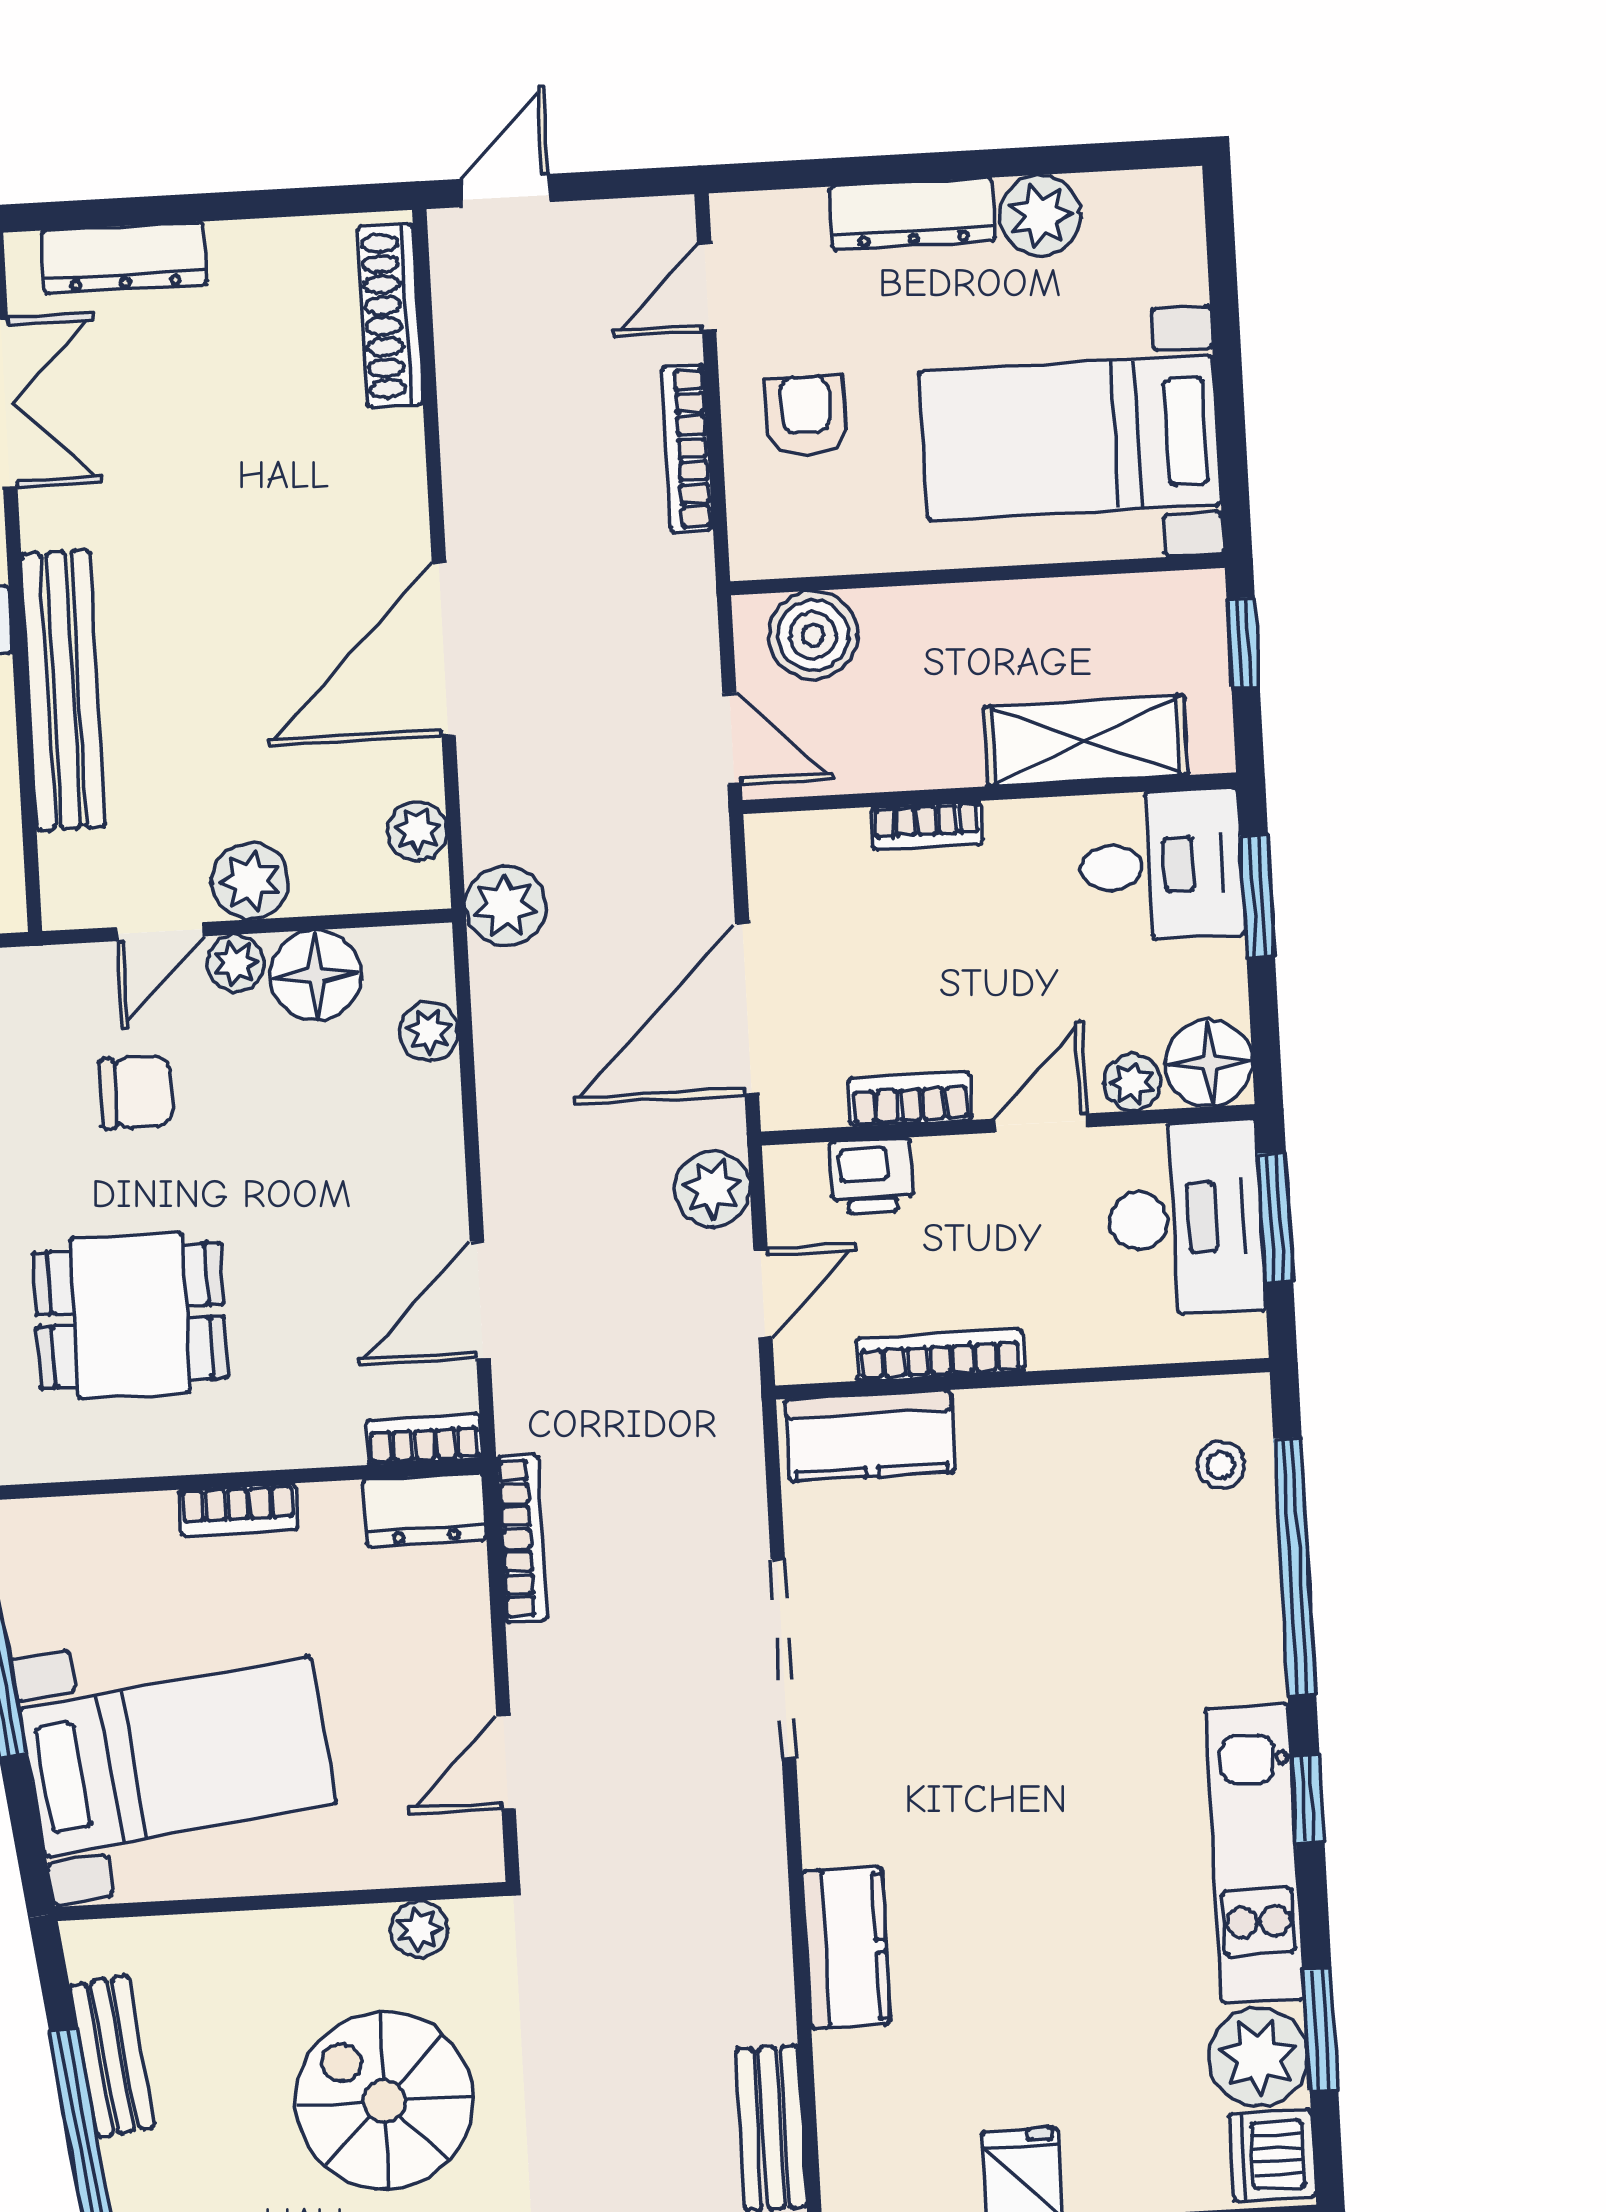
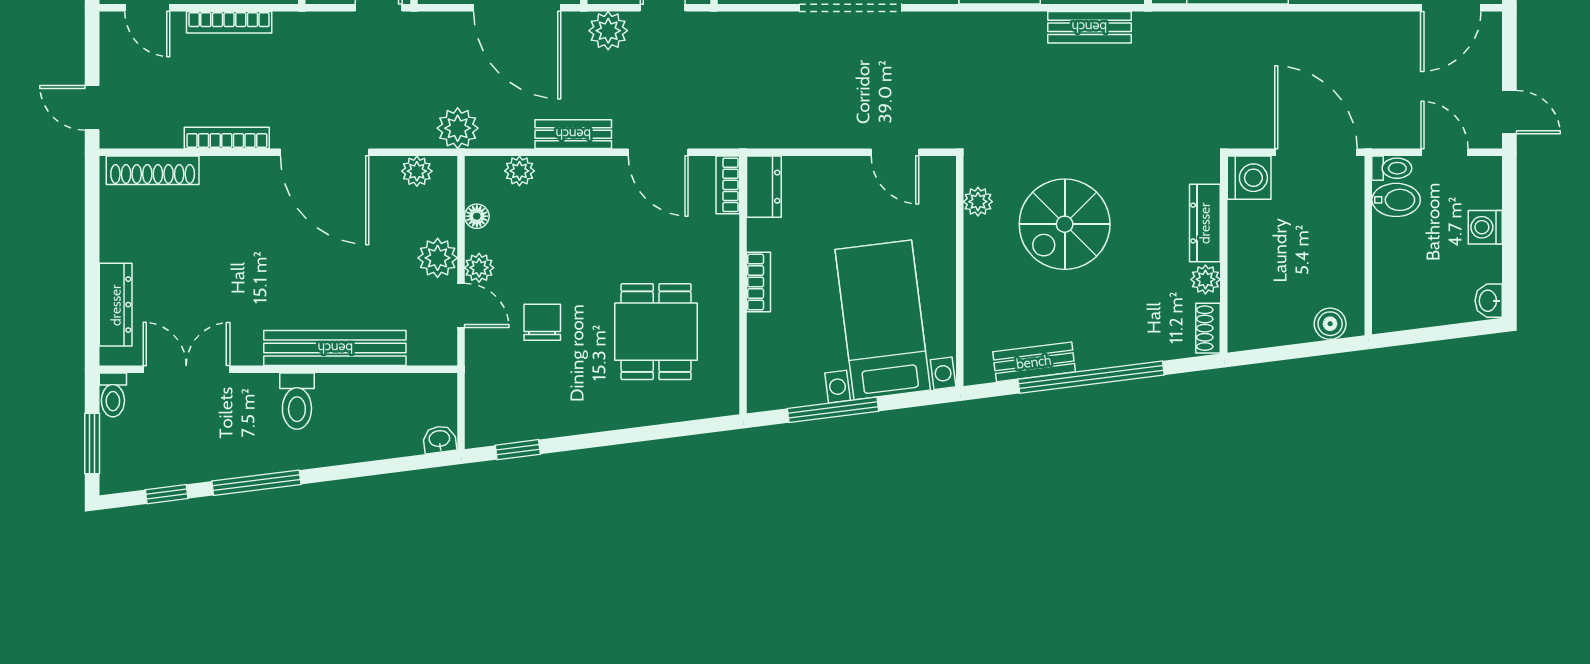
floor lamp: (316, 975) -> (477, 216), width x0.53, depth x0.53
bench: (506, 1132) -> (573, 134), added
bookcase: (522, 1539) -> (227, 138), moved

